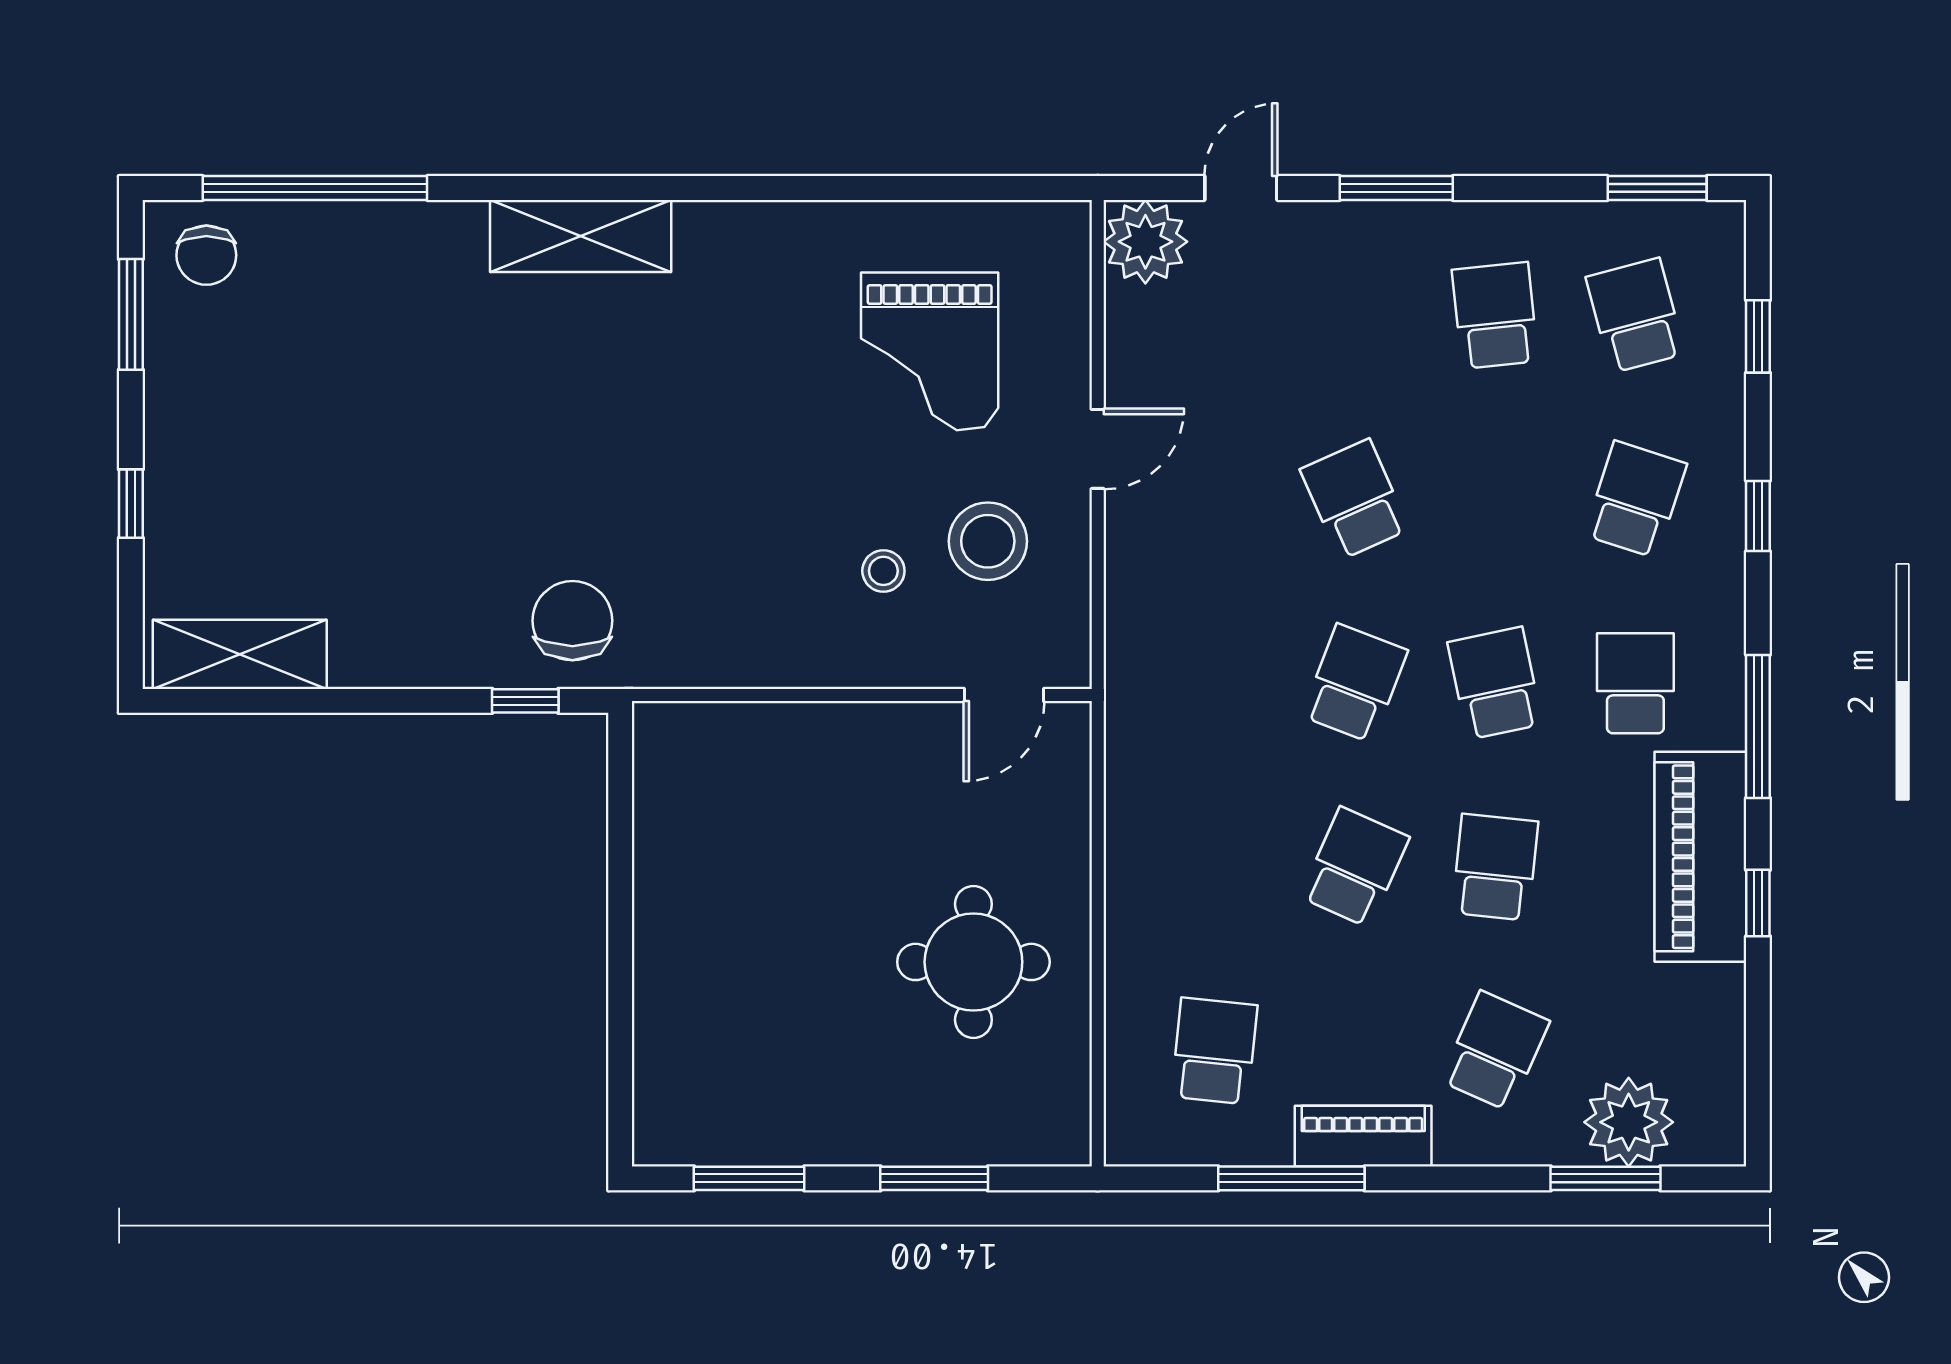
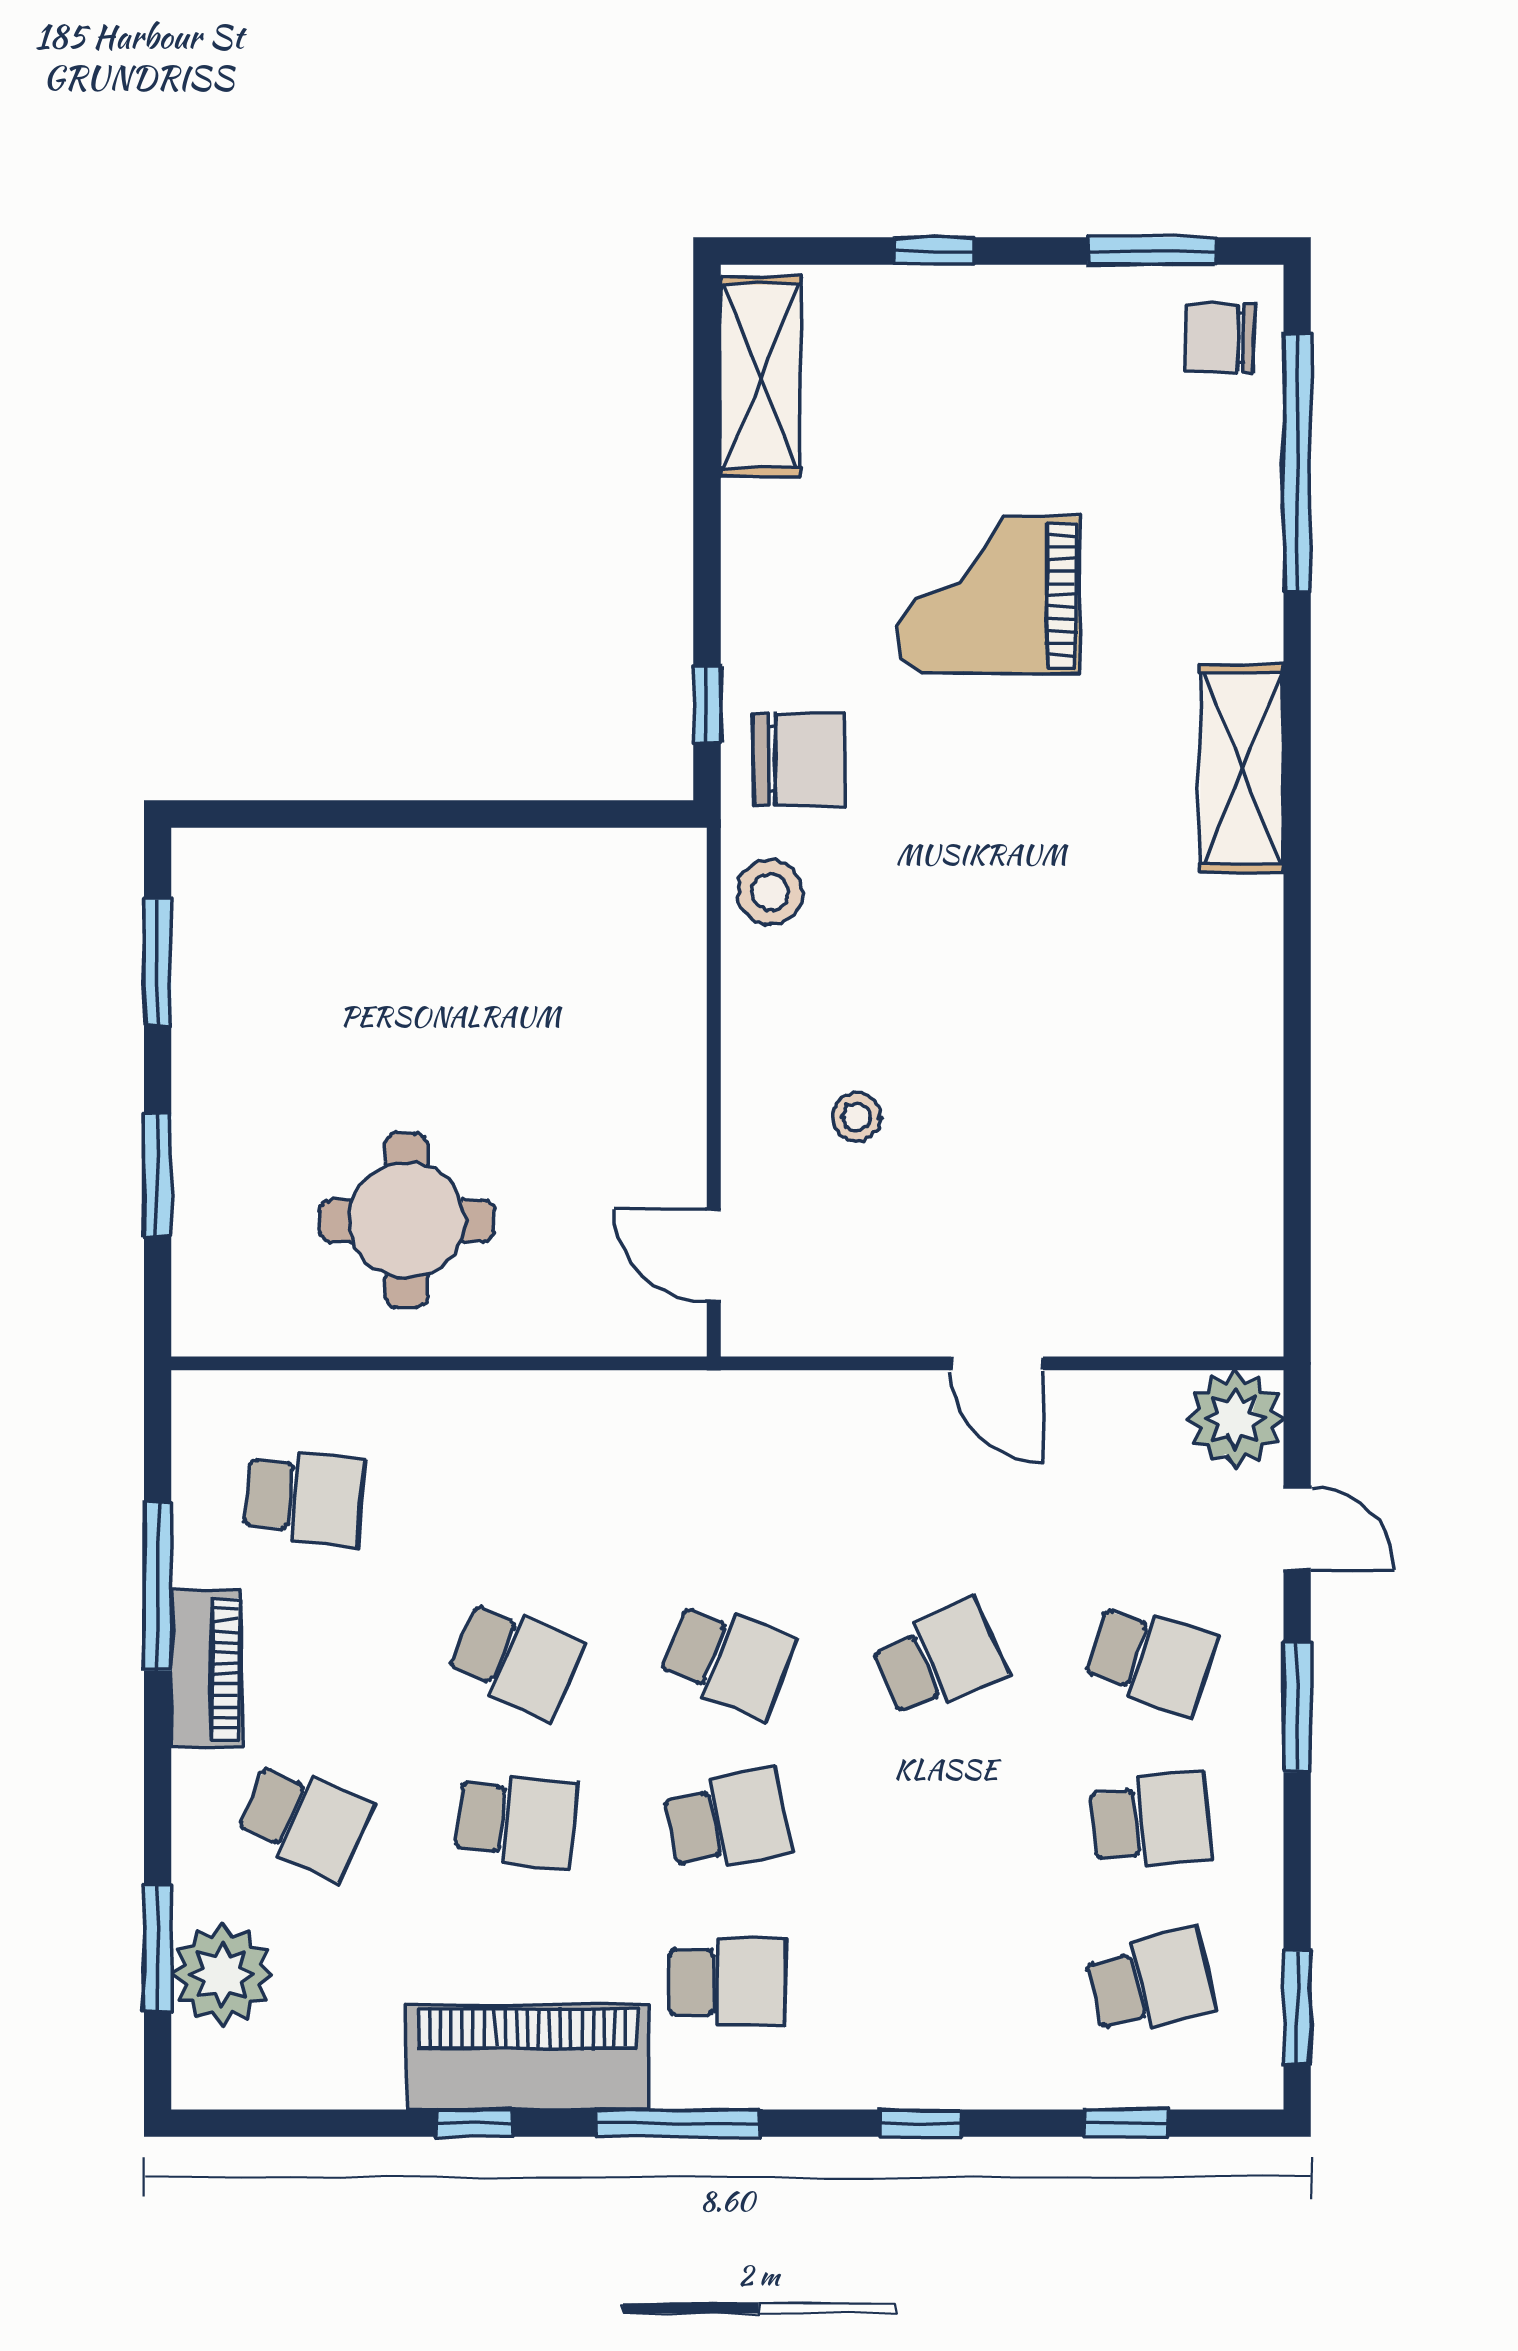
grand piano: (930, 351) -> (989, 595), moved
school desk: (1635, 499) -> (1150, 1659), moved
stool: (988, 541) -> (770, 892), moved, width x0.73, depth x0.73

